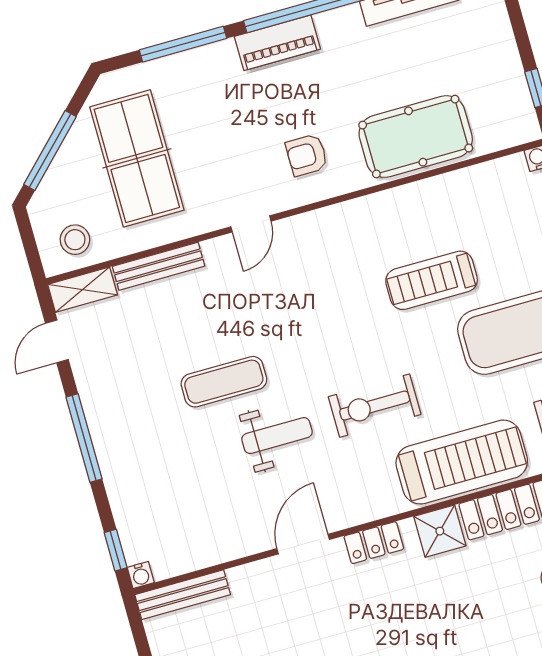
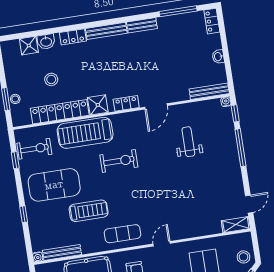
stool: (75, 240) -> (244, 257), moved
bench: (159, 266) -> (62, 252), moved
exercise mat: (224, 382) -> (123, 234), moved
weight bench: (277, 436) -> (188, 142), moved, turned 90
window: (84, 438) -> (240, 148), moved

